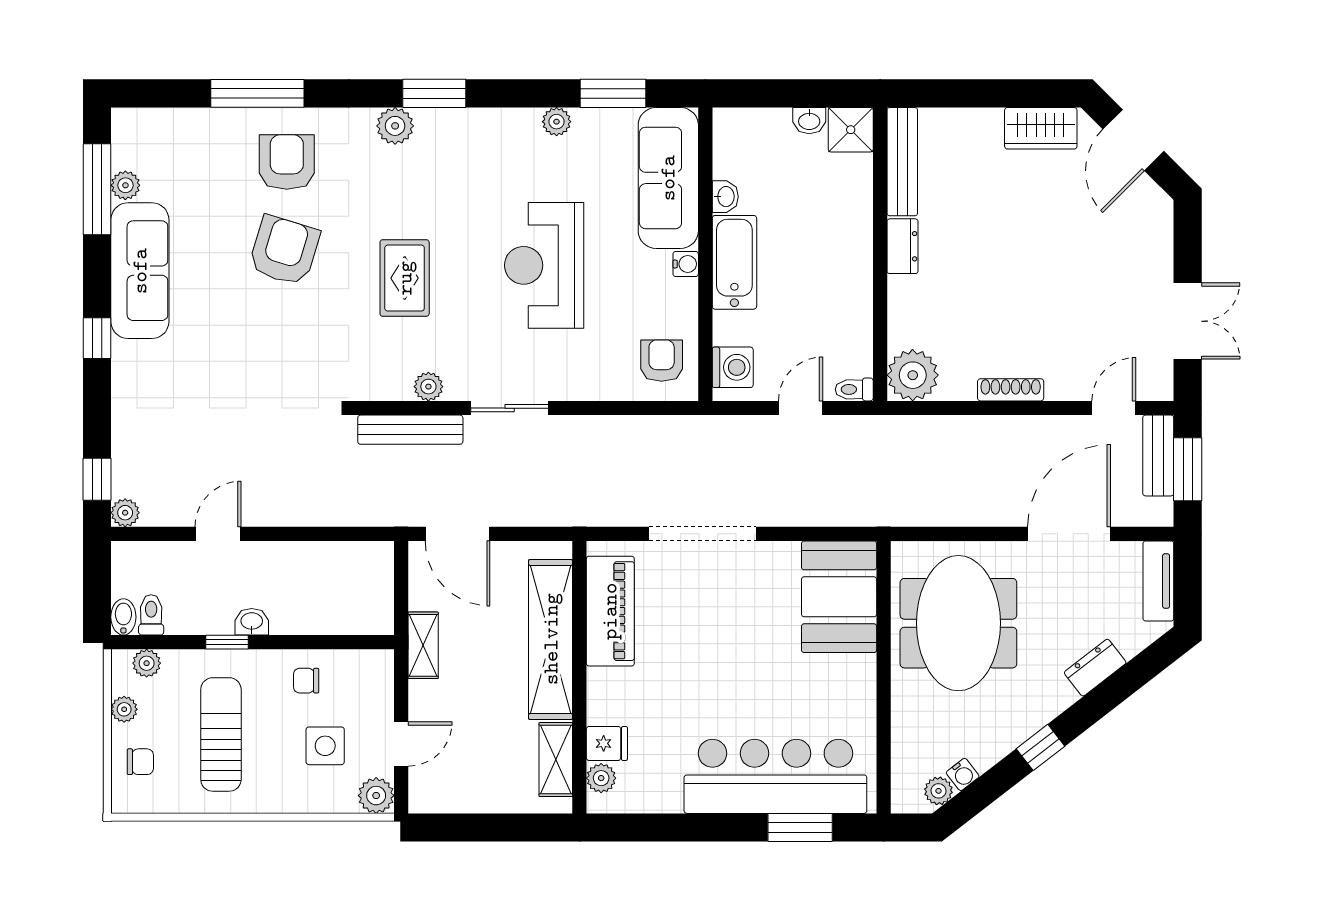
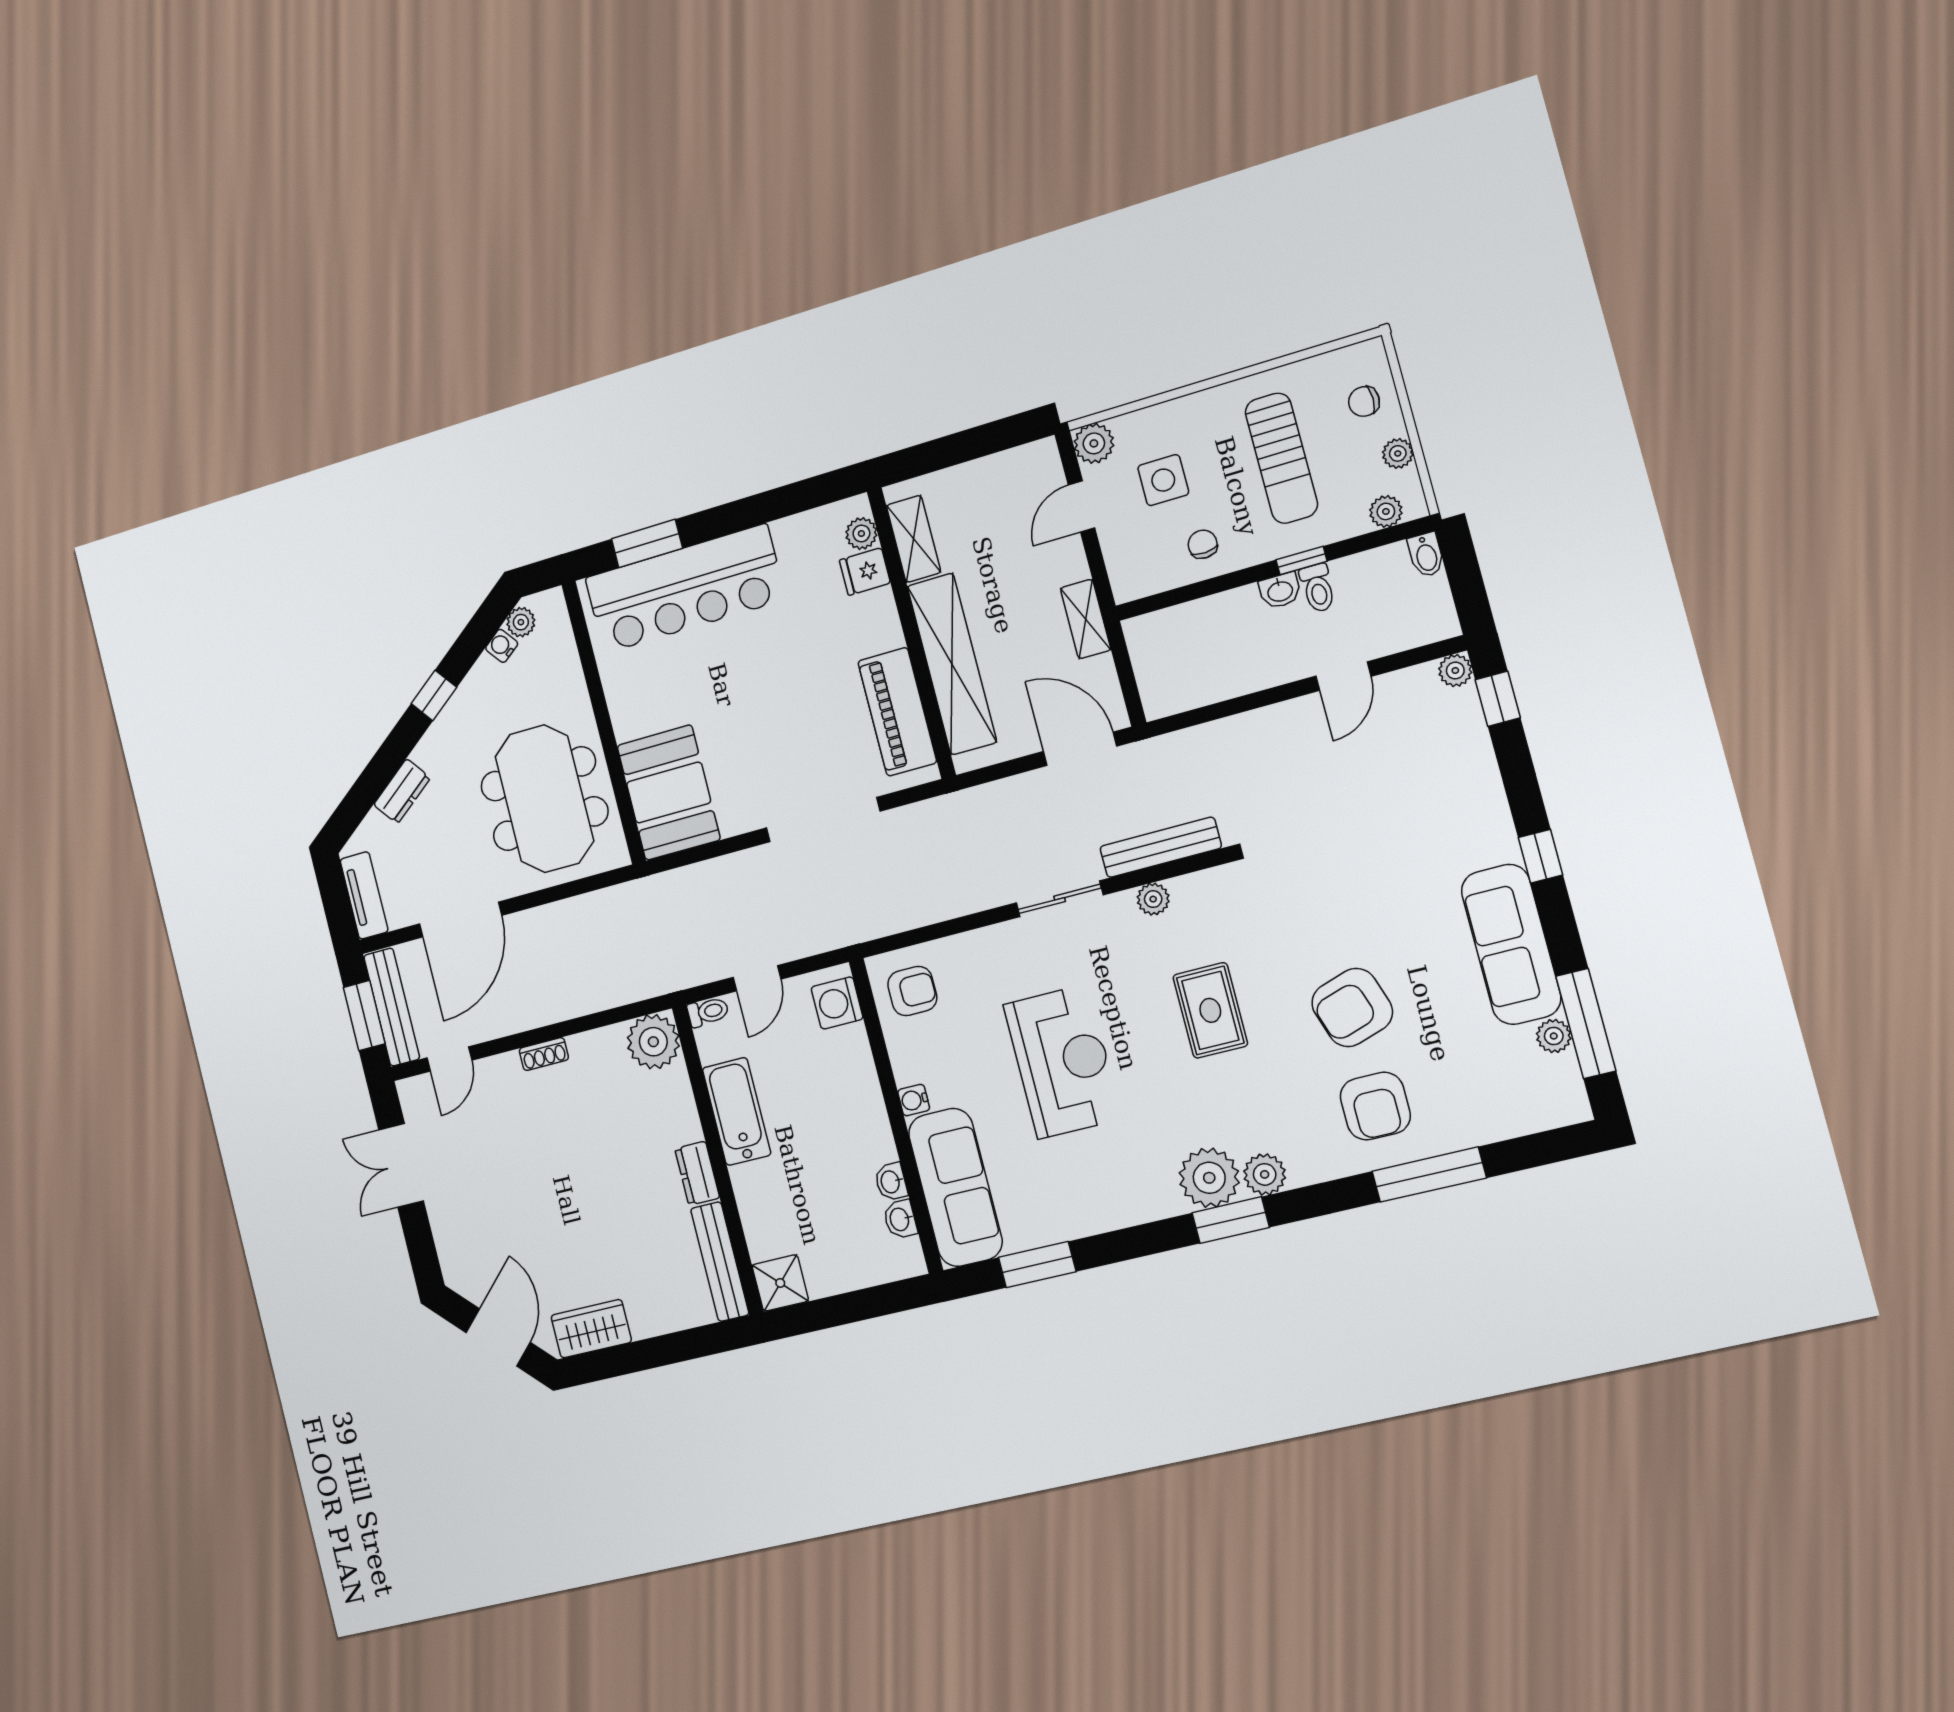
washbasin: (809, 121) -> (900, 1219), moved, turned -90
plant: (557, 122) -> (1209, 1178), moved, width x1.88, depth x1.88
armchair: (284, 250) -> (1352, 1007), turned 55
bathtub: (734, 262) -> (737, 1111), moved, turned 180
armchair: (662, 361) -> (912, 991), turned -90
shoe rack: (1011, 390) -> (544, 1054), width x0.70
bench: (1158, 456) -> (392, 1007), width x1.36
toilet: (151, 615) -> (1318, 588), moved
chair: (306, 681) -> (1203, 544), turned -93

